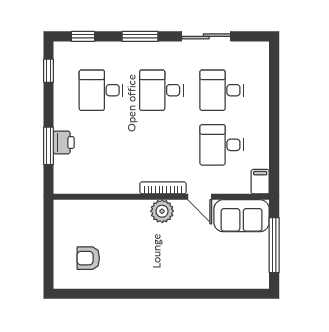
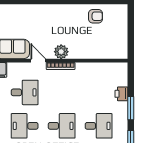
desk: (222, 90) -> (25, 126), turned 180
window: (48, 146) -> (131, 108), moved
armchair: (88, 258) -> (96, 16), moved

